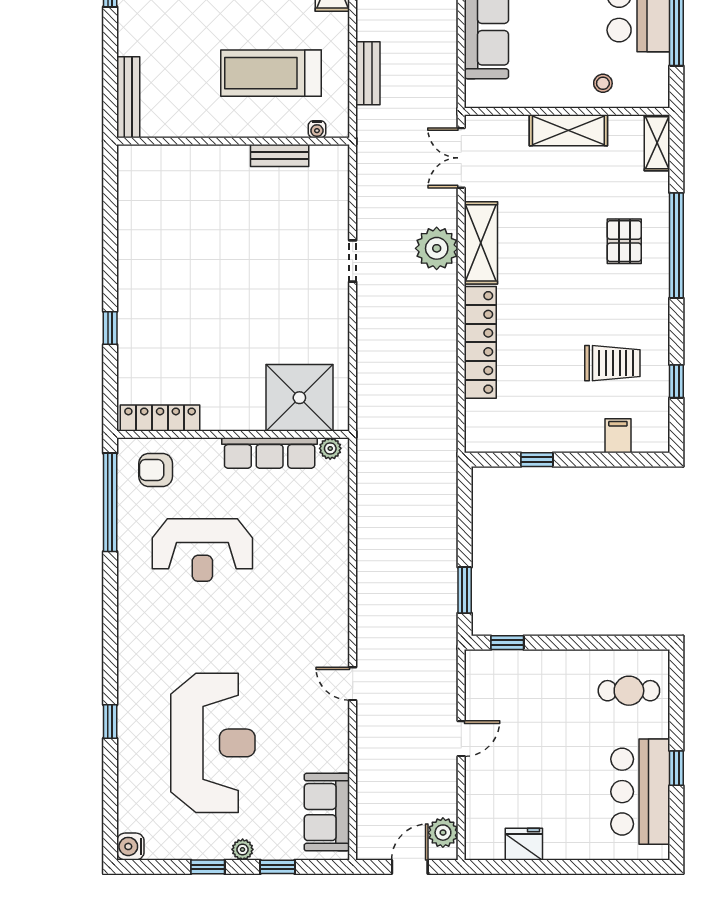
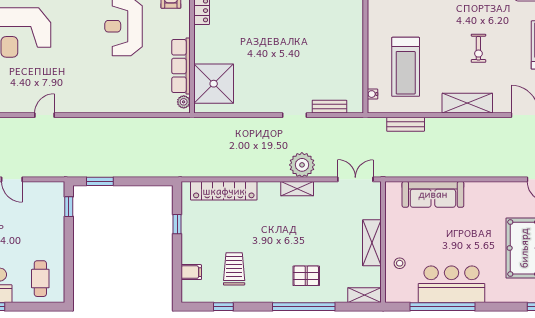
treadmill: (271, 73) -> (406, 67), turned 180
bench: (280, 155) -> (329, 107), moved, turned 90
shelving: (481, 243) -> (297, 189), width x0.67, depth x0.75
locker: (480, 342) -> (224, 191), moved
trolley: (612, 363) -> (234, 269), turned 180

